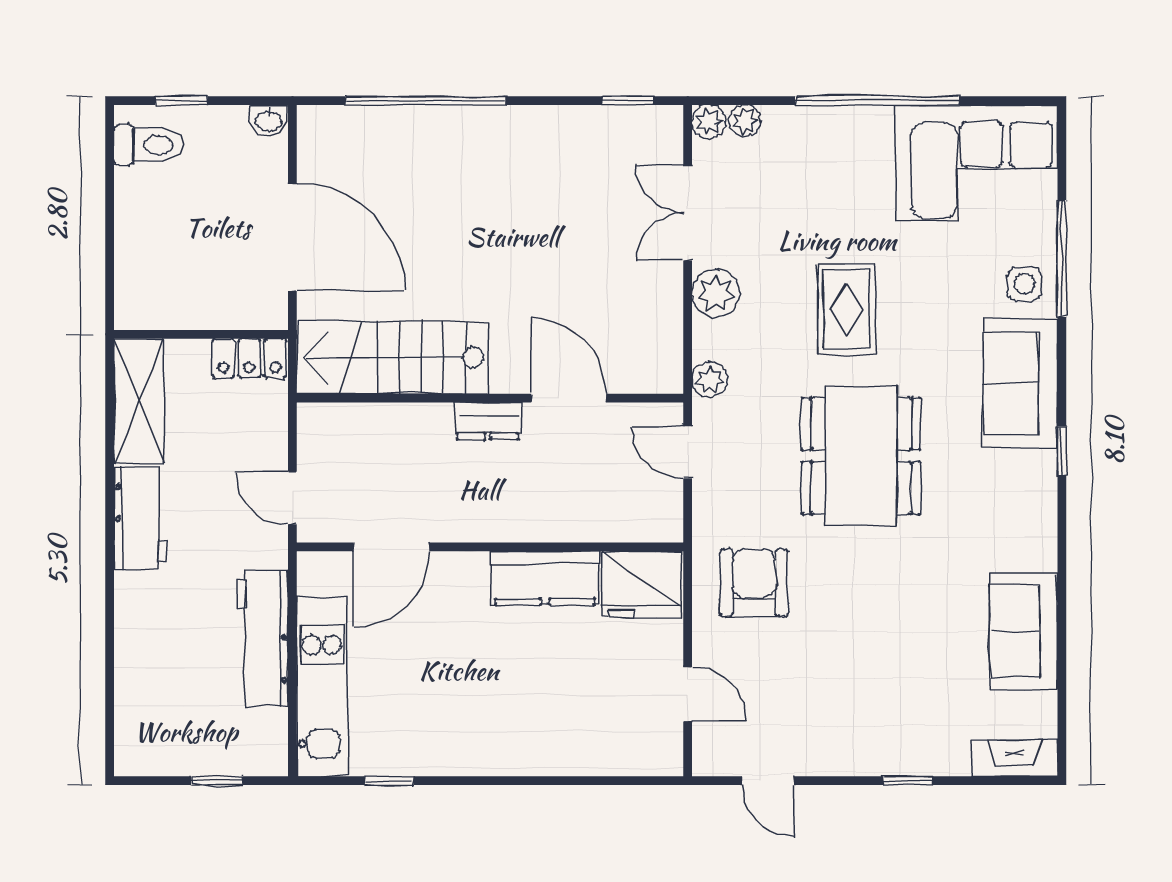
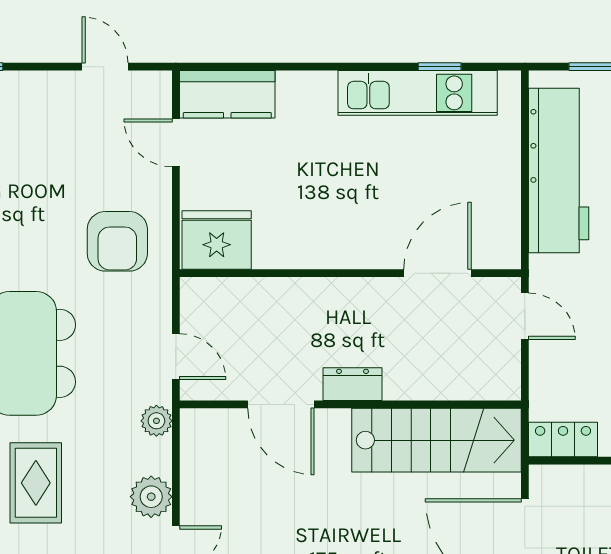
kitchen counter: (545, 578) -> (227, 94), moved, turned 180
workbench: (262, 638) -> (559, 171), width x1.36, depth x1.32
kitchen unit: (322, 686) -> (418, 93), moved, turned -90

